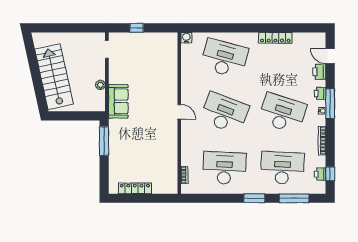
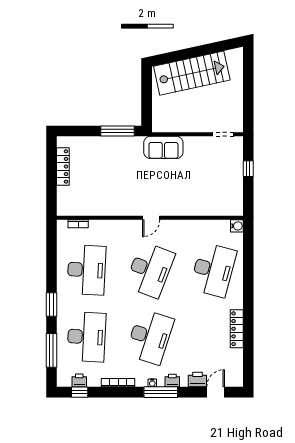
plant: (100, 85) -> (182, 127), removed

